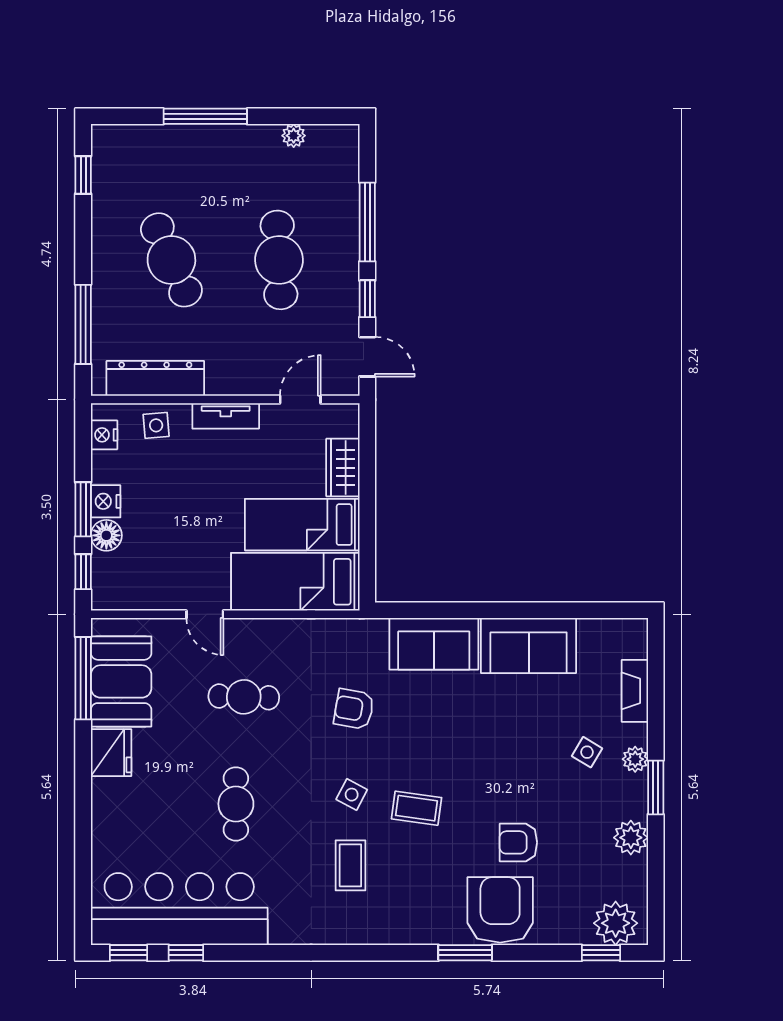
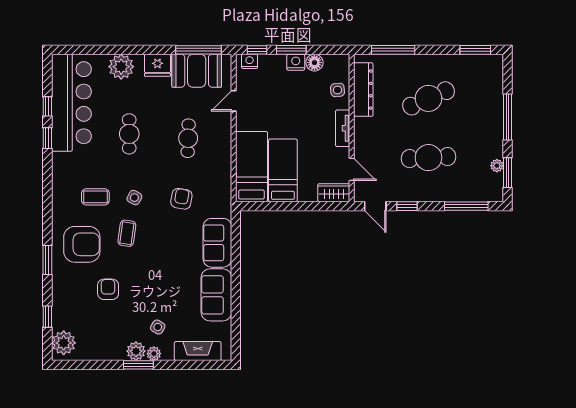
window: (306, 116) -> (508, 173), added
window: (83, 175) -> (475, 50), width x1.50
window: (367, 222) -> (466, 206), moved
door: (367, 357) -> (375, 206), hinge flipped
nightstand: (104, 435) -> (250, 61), moved
wardrobe: (343, 468) -> (334, 193), moved
floor lamp: (106, 535) -> (314, 63), moved
door: (205, 614) -> (234, 101), moved
fireplace: (635, 691) -> (198, 351), width x1.37, depth x1.32
cafe table: (236, 804) -> (129, 134), turned 90
plant: (114, 819) -> (121, 67), added
plant: (631, 838) -> (136, 351), moved
armchair: (500, 910) -> (82, 244), moved
window: (129, 953) -> (47, 138), moved
window: (601, 953) -> (47, 317), moved

